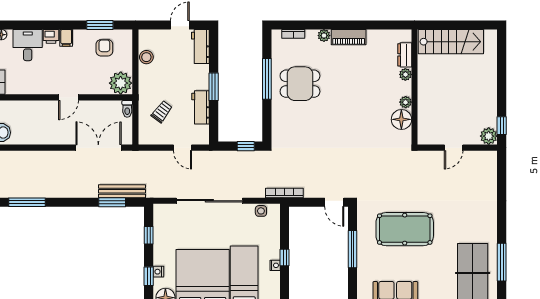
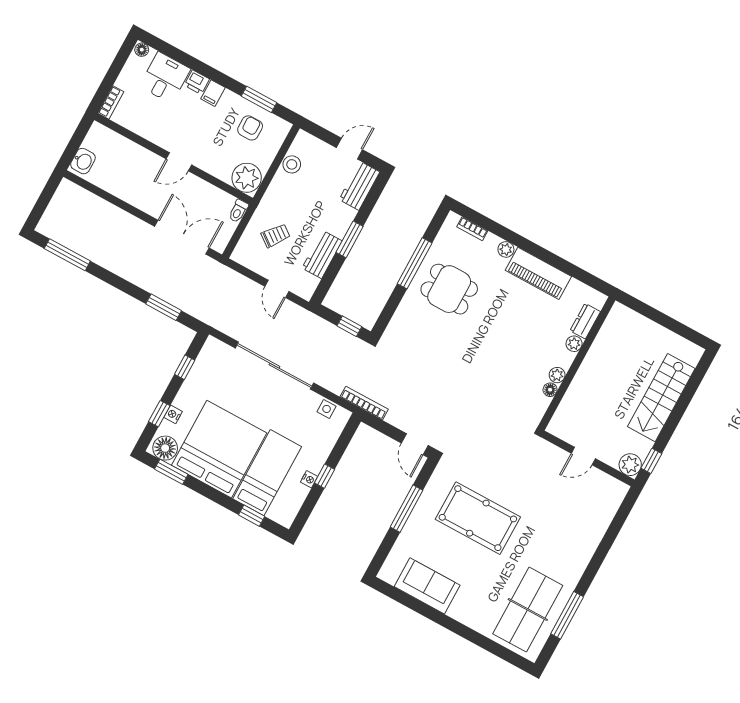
piano: (349, 37) -> (538, 273), width x1.37, depth x1.33
stairs: (451, 42) -> (661, 398), moved, turned 90
floor lamp: (401, 119) -> (550, 390), width x0.53, depth x0.53
bench: (122, 191) -> (181, 301), removed

